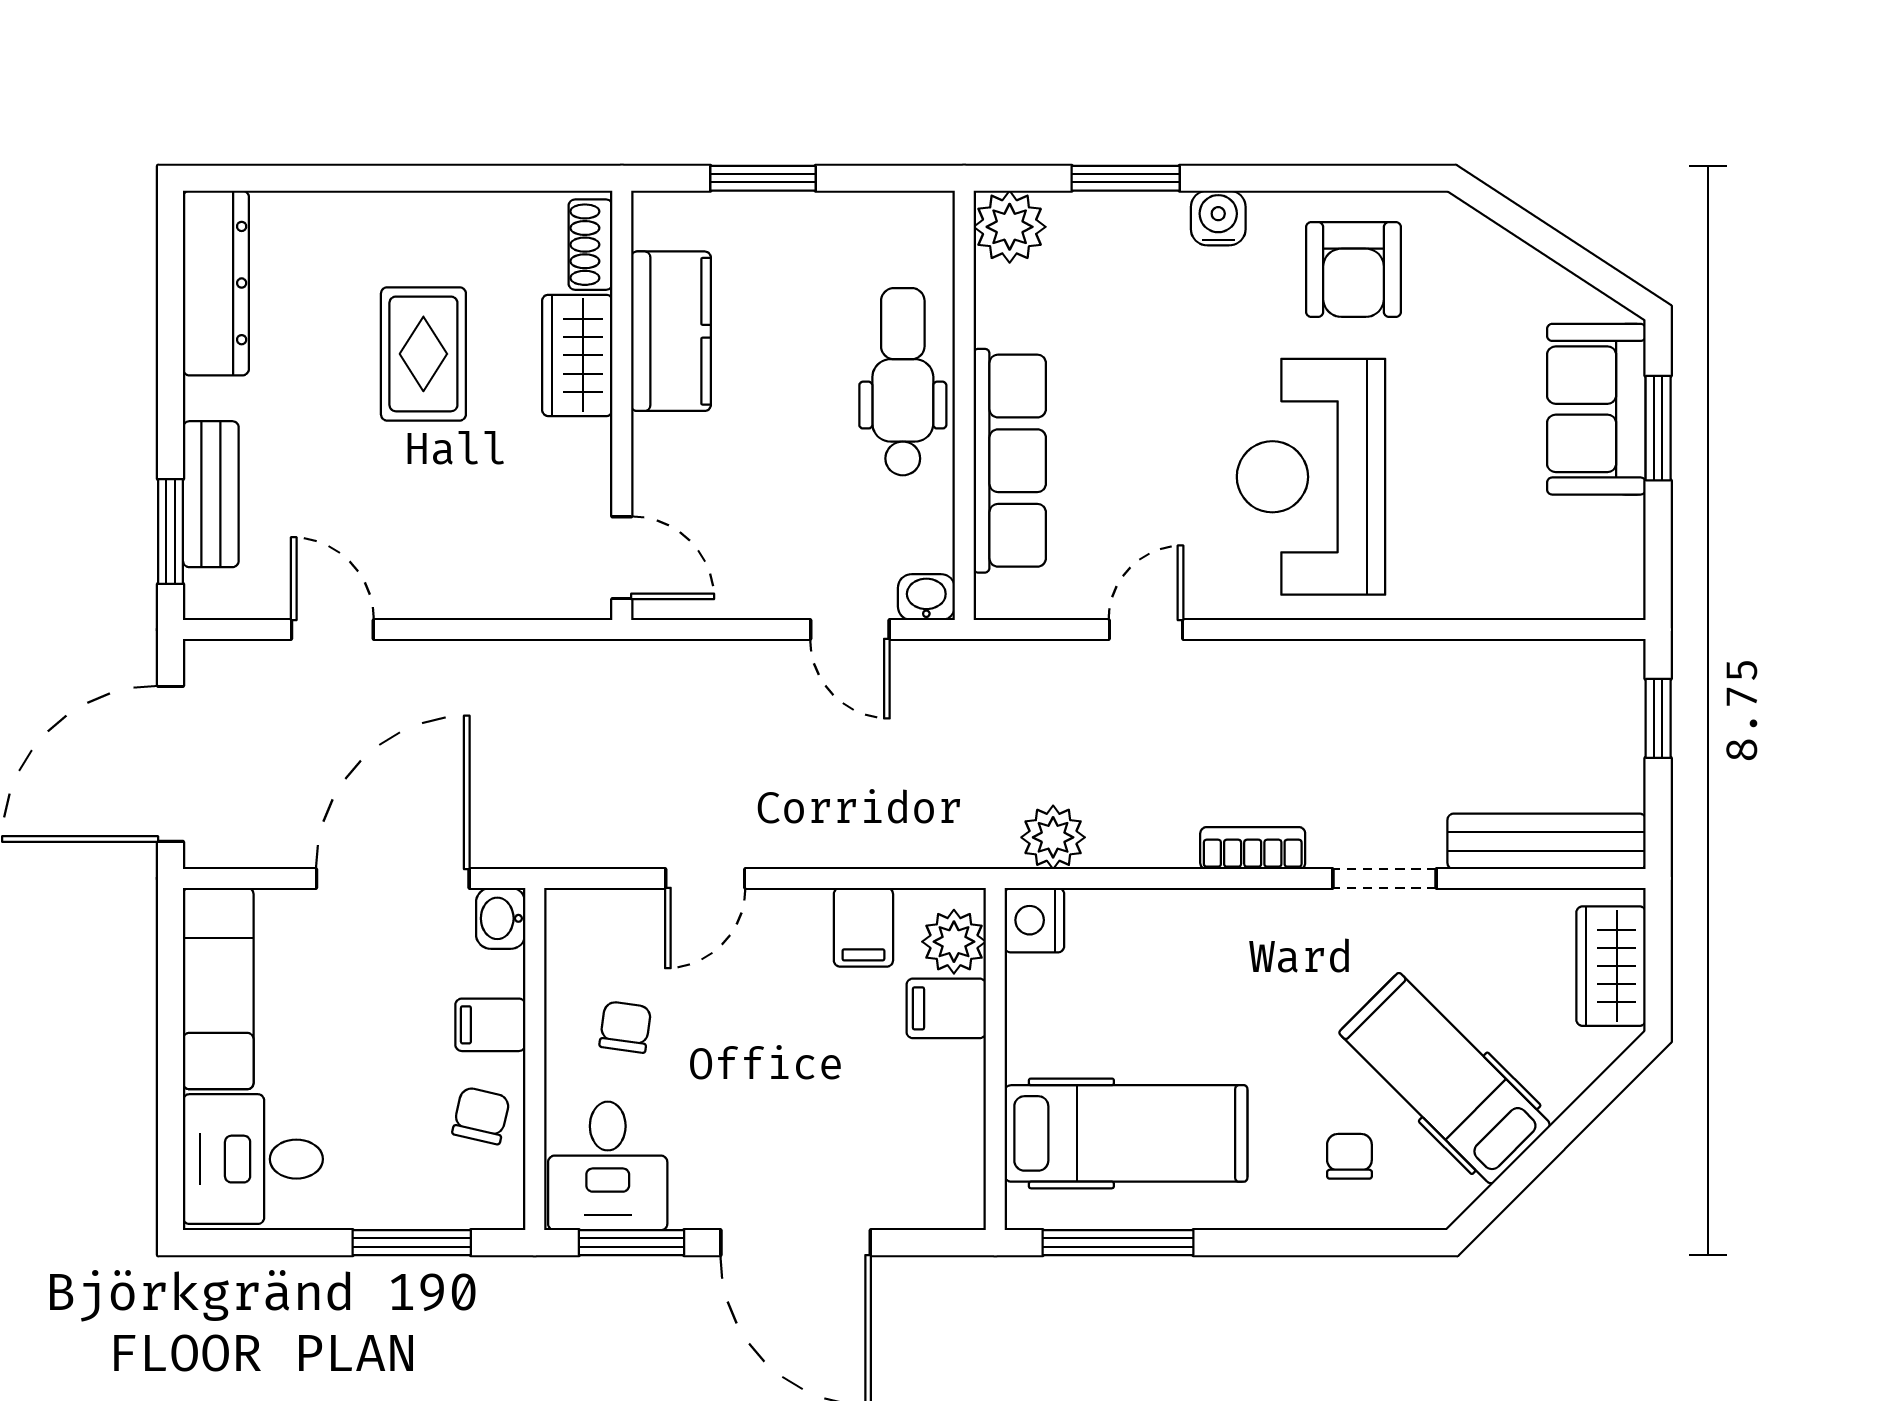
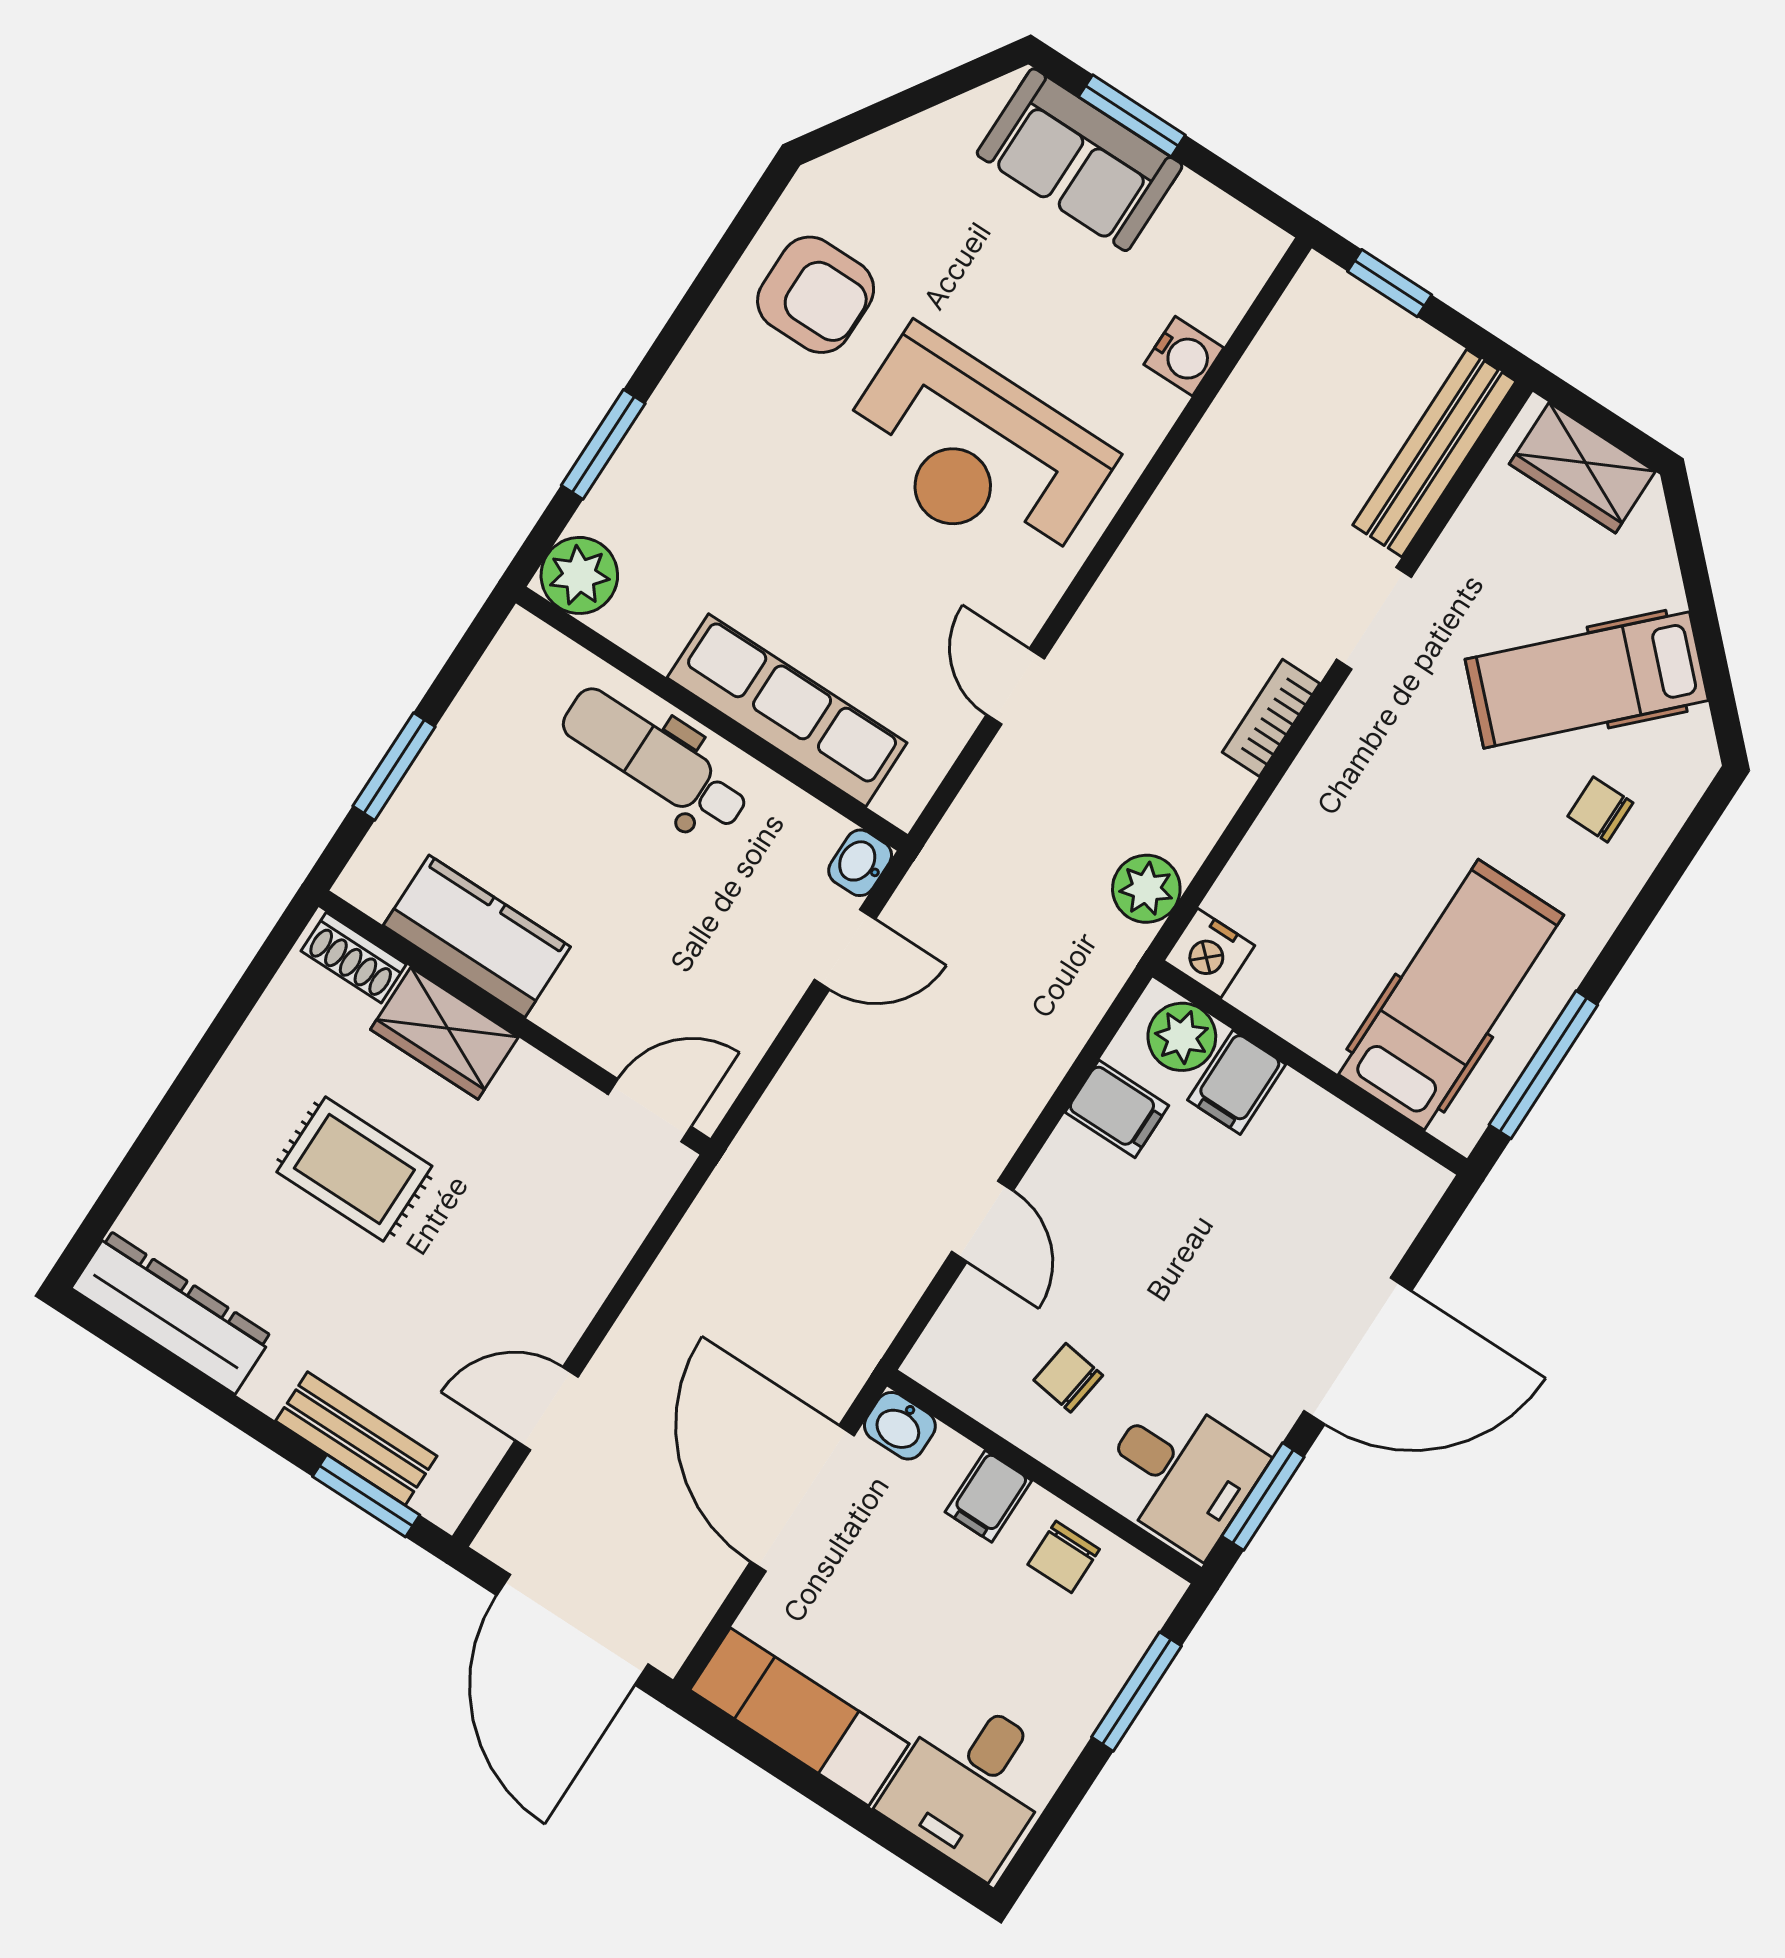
water cooler: (1218, 218) -> (1184, 356), moved, turned 180
chair: (481, 1116) -> (1064, 1557), turned -103

